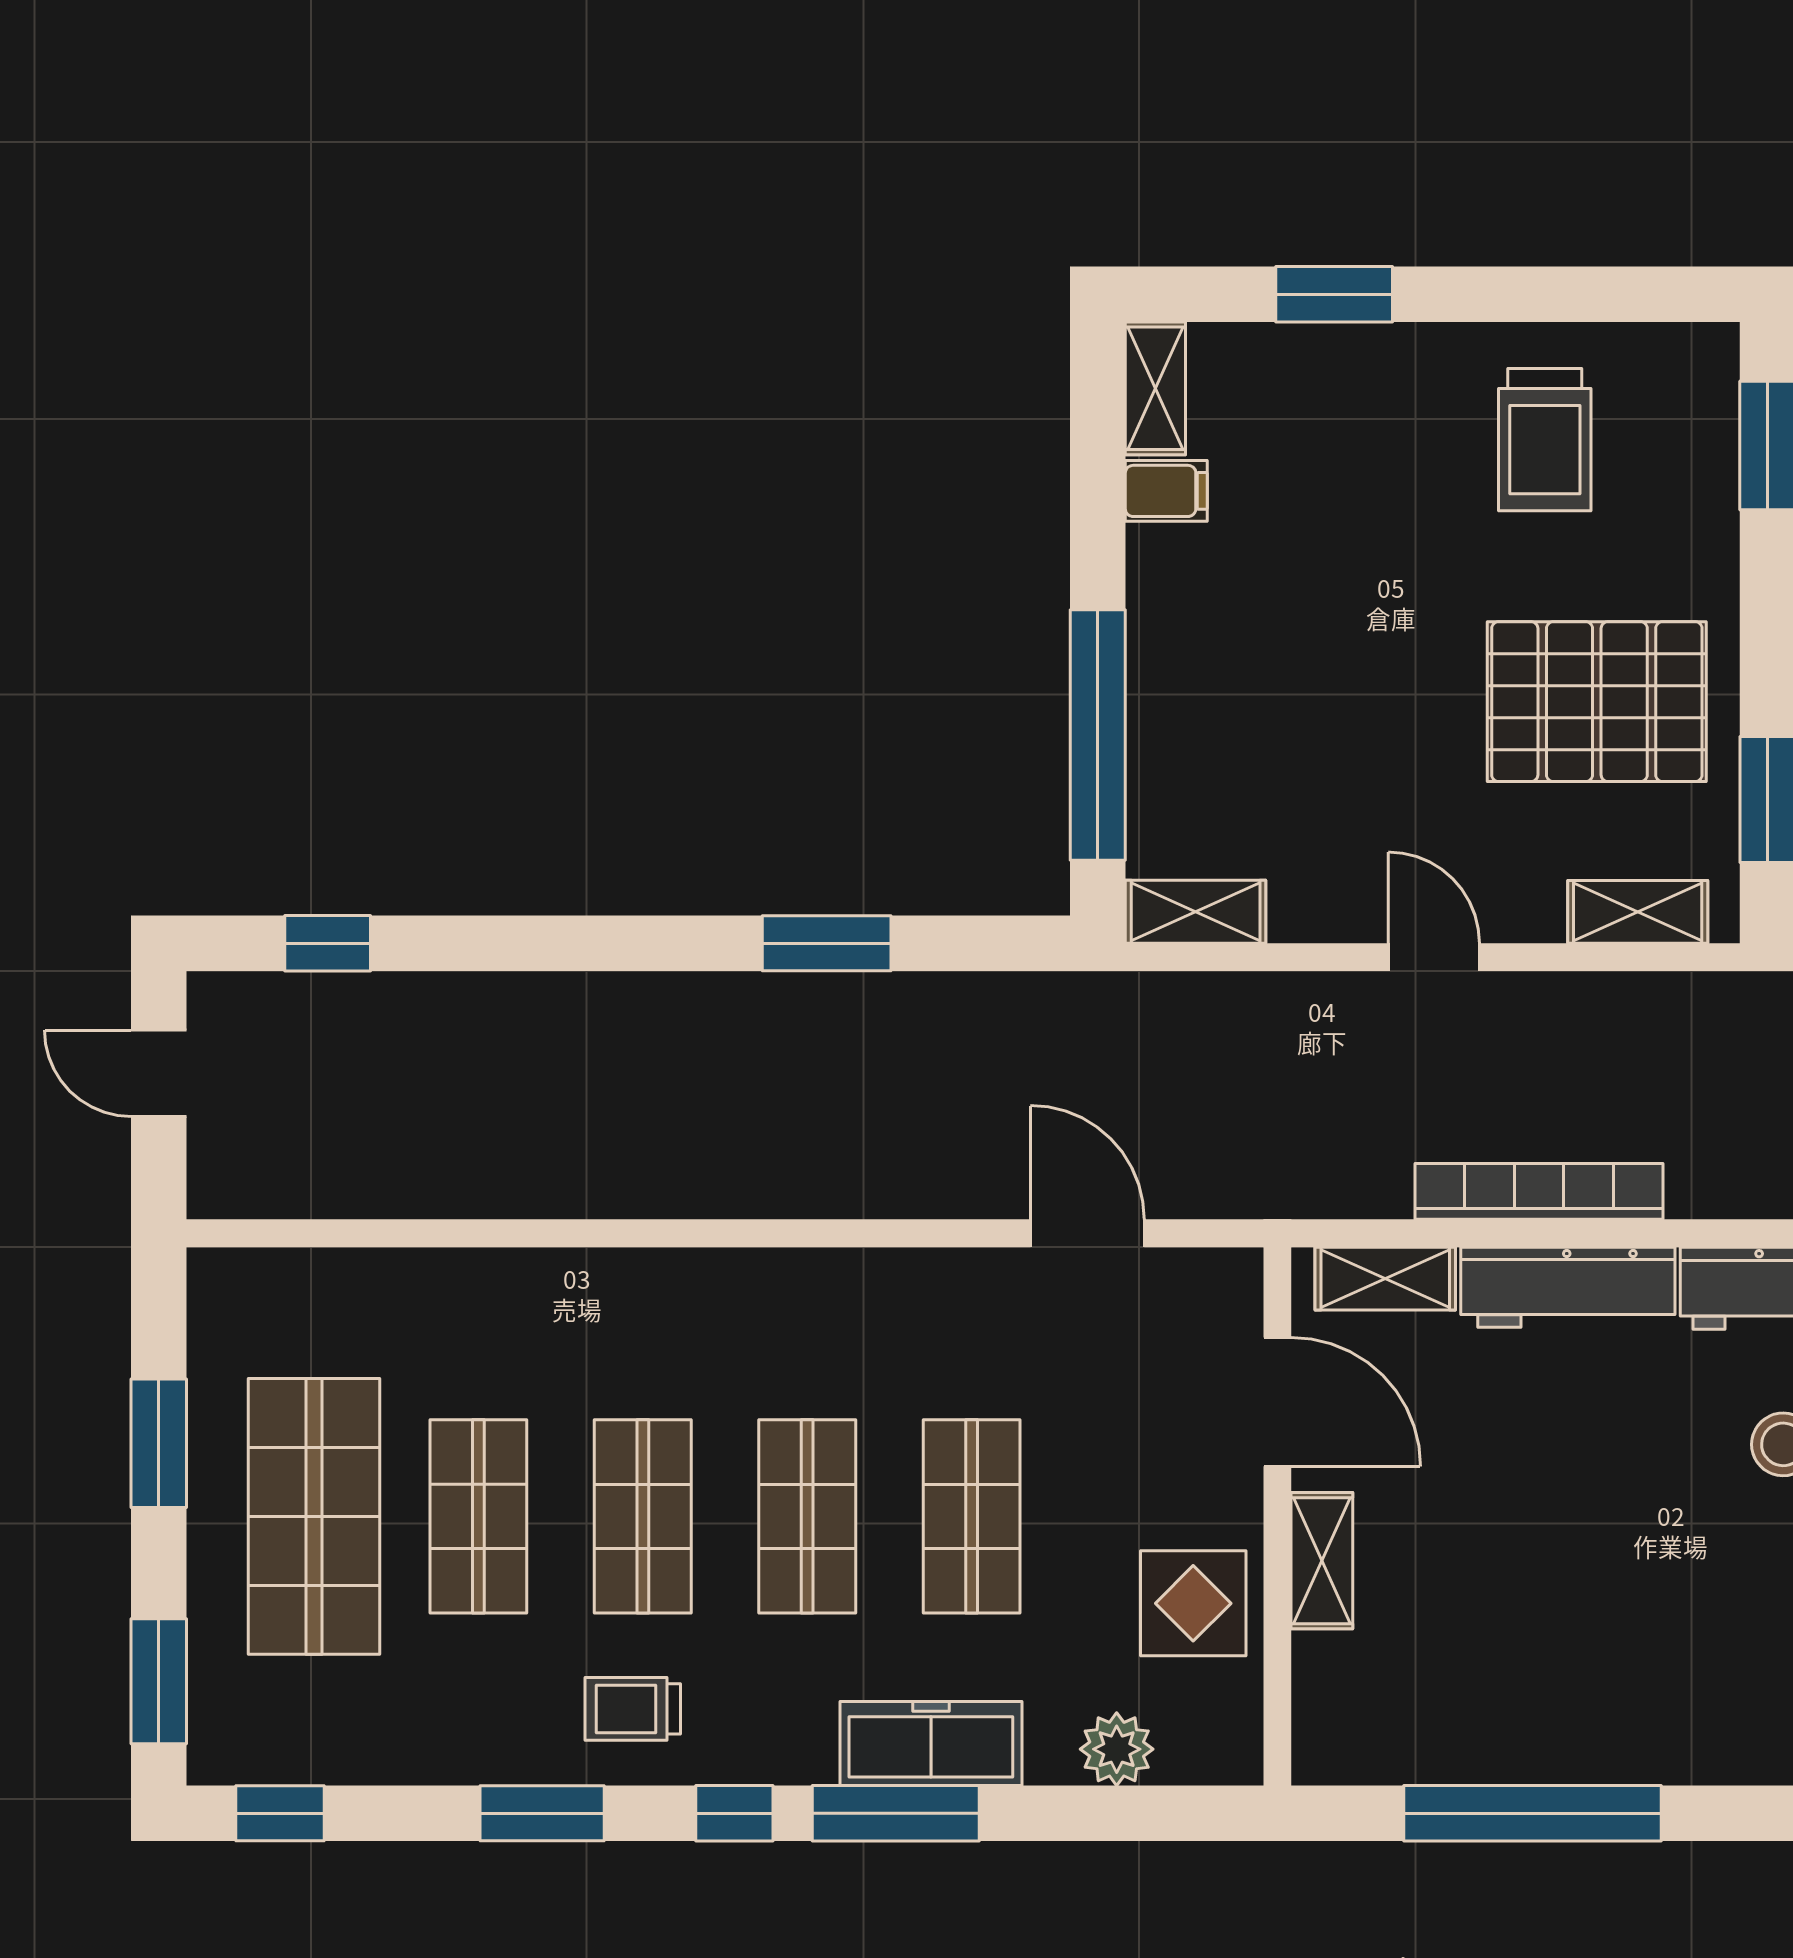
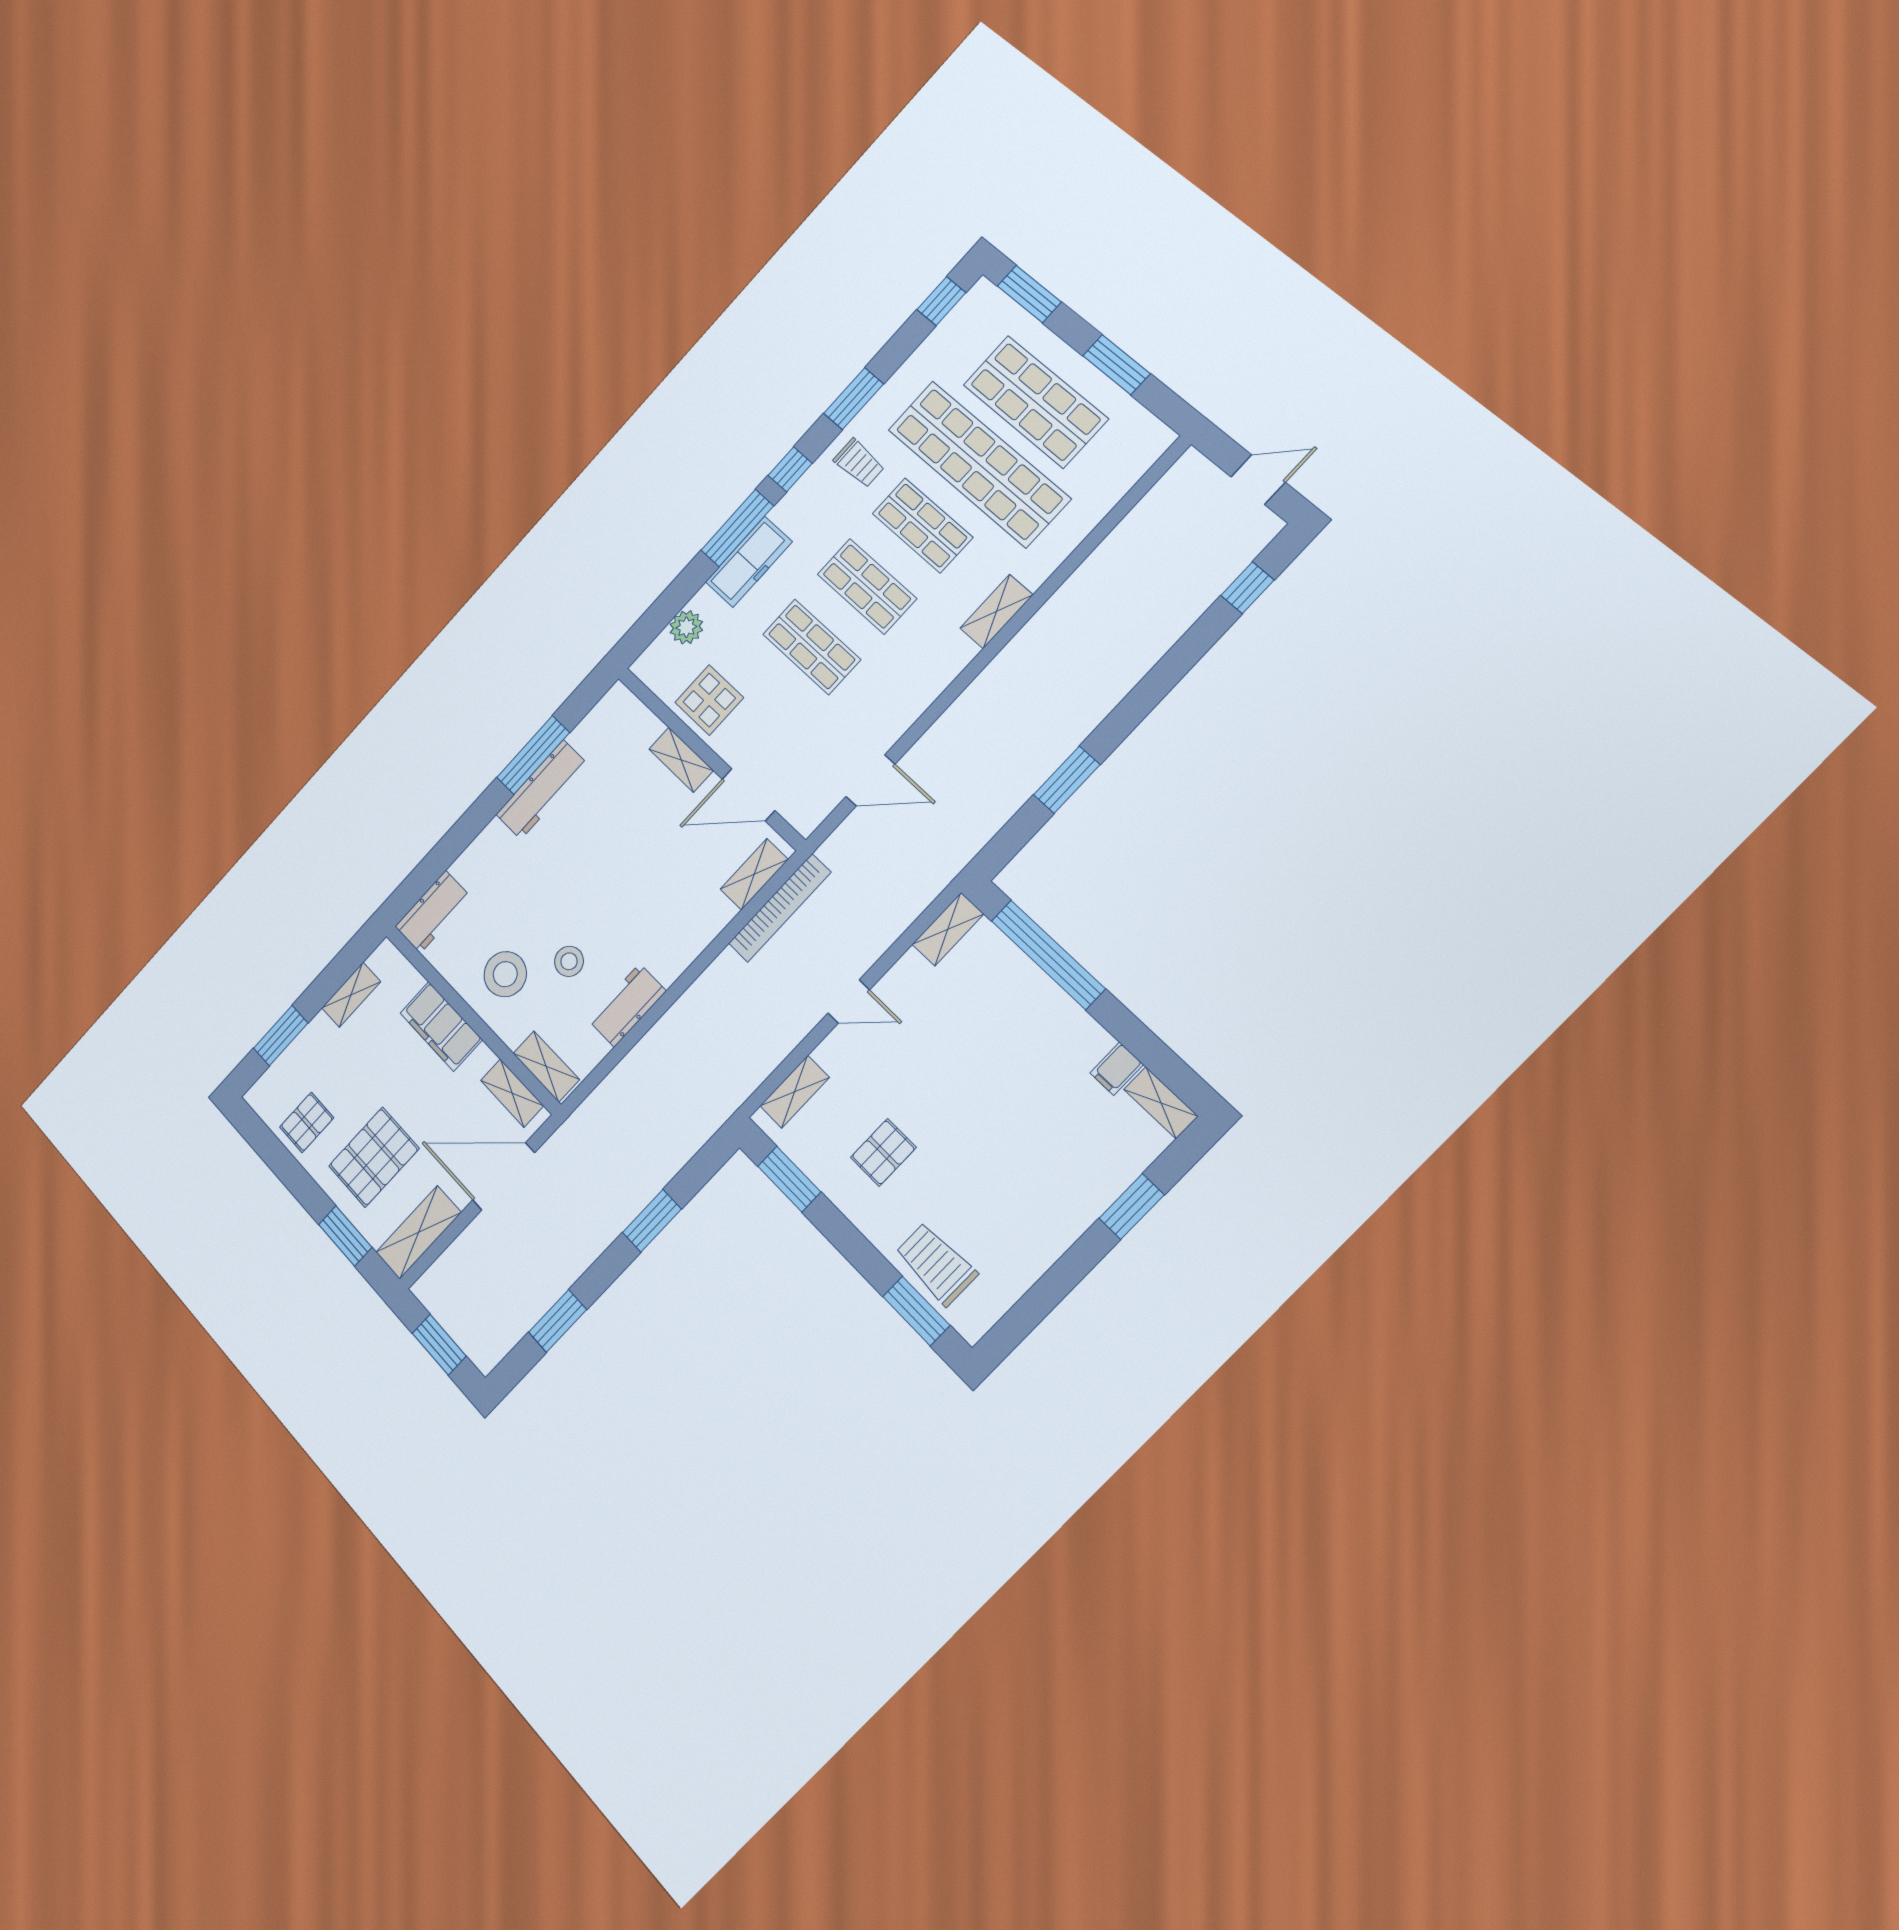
trolley: (1545, 440) -> (936, 1264), moved
pallet: (1597, 702) -> (883, 1152), width x0.49, depth x0.50
bookcase: (1539, 1191) -> (780, 908), moved
shelving: (674, 1279) -> (996, 612), added
workbench: (1568, 1287) -> (542, 790), moved, turned 180
shop shelf: (478, 1516) -> (979, 464), width x2.00, depth x1.36
trolley: (633, 1709) -> (859, 463), turned 90
window: (1533, 1813) -> (533, 755), width x0.68

